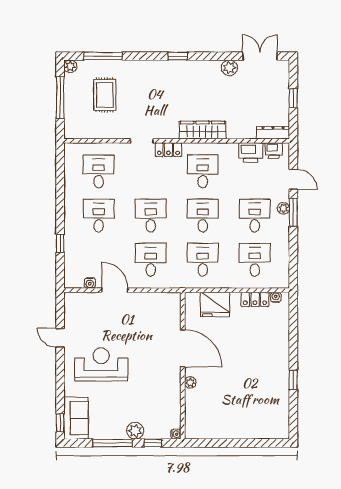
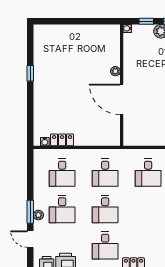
desk: (151, 216) -> (148, 209), removed
fridge: (215, 304) -> (95, 136), removed

